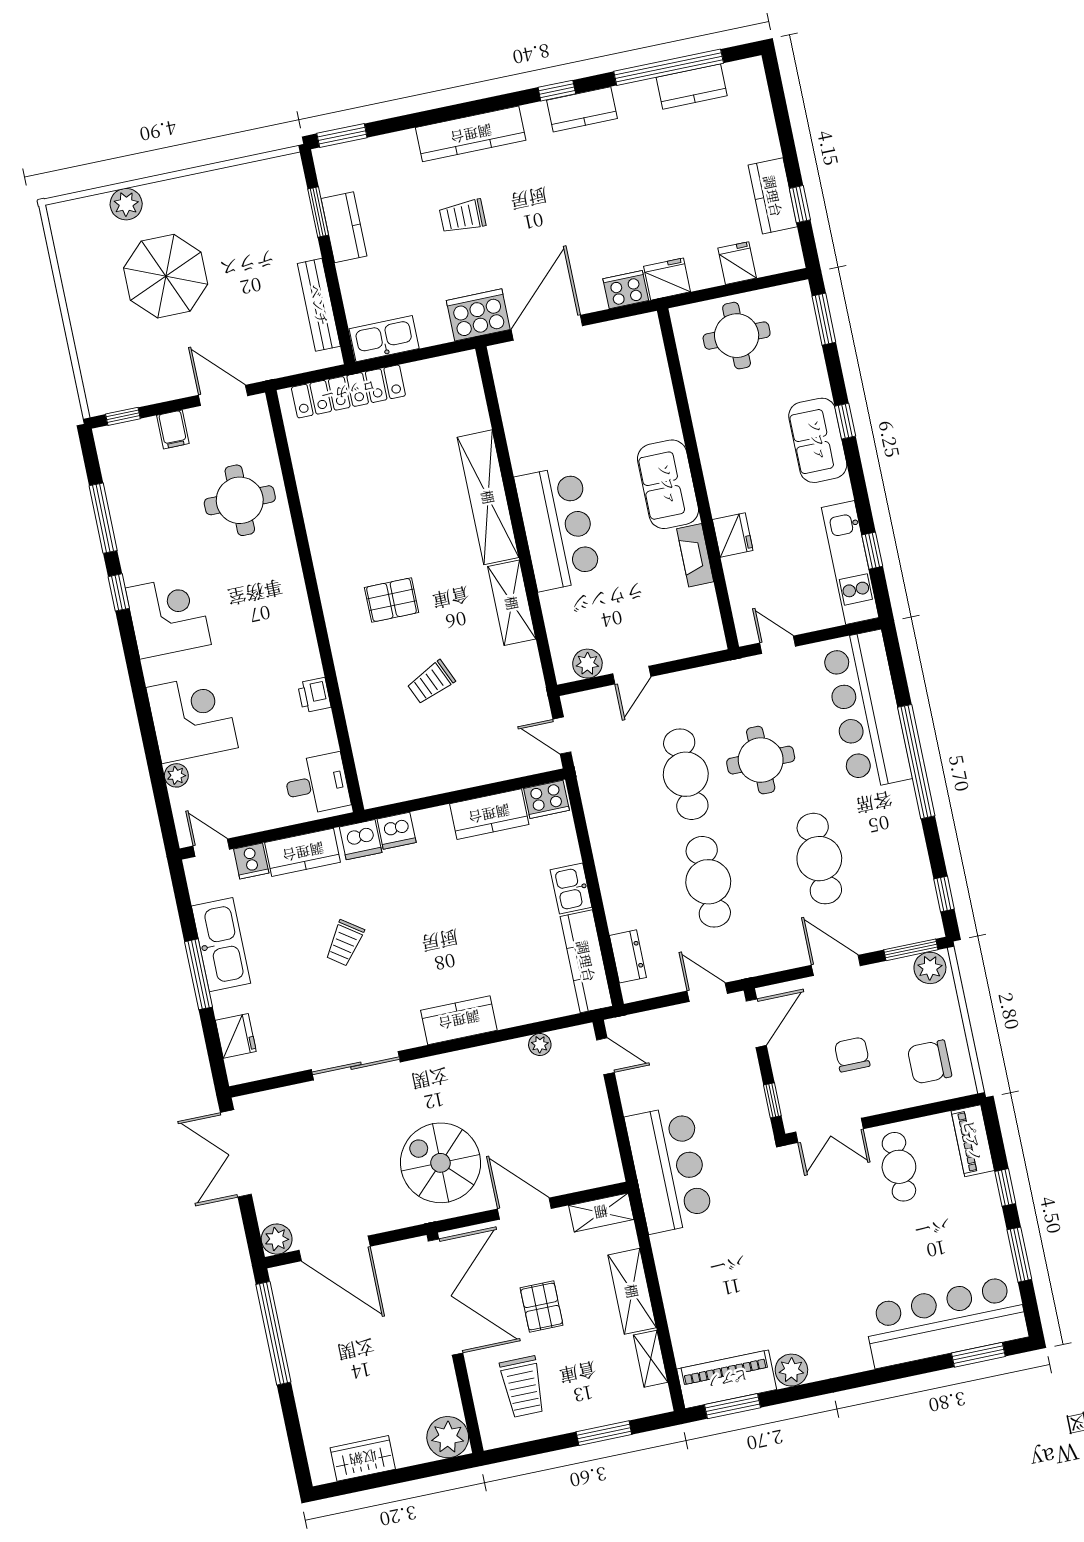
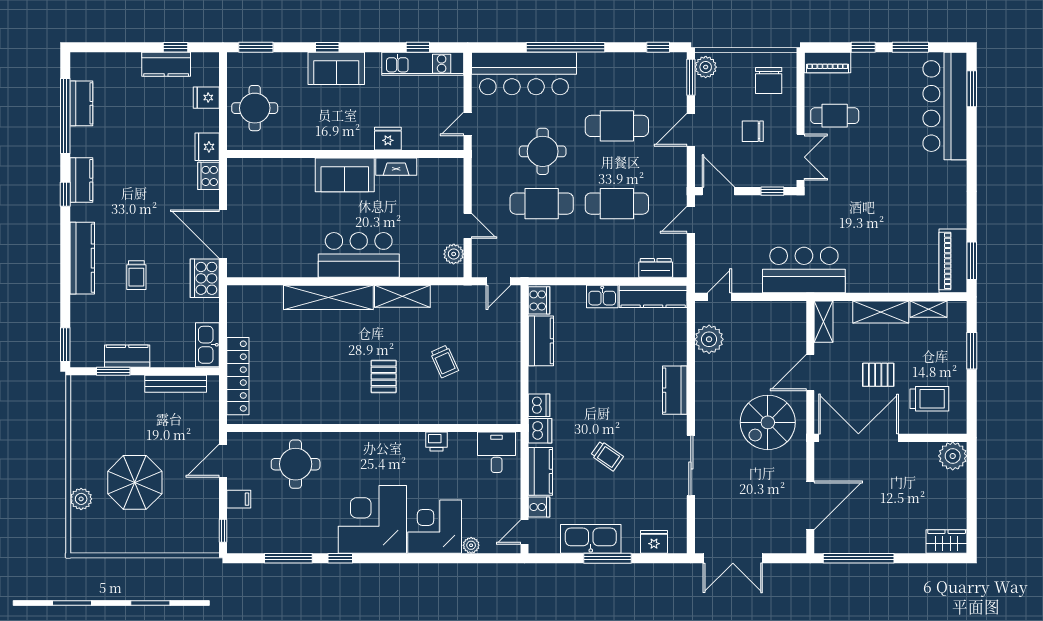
corner desk: (168, 616) -> (372, 519), width x1.36, depth x1.36
plant: (540, 1045) -> (709, 339), width x1.87, depth x1.87
plant: (277, 1239) -> (796, 543), removed
plant: (791, 1370) -> (956, 216), removed
wardrobe: (363, 1458) -> (947, 542), moved, turned 90

